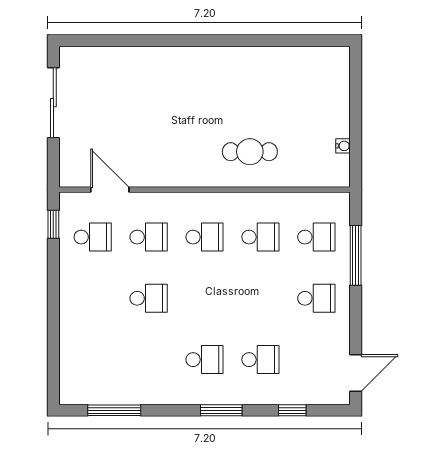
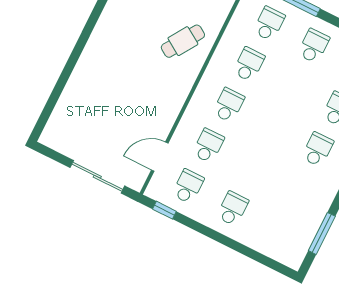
sliding door: (53, 103) -> (97, 177), moved
cafe table: (250, 152) -> (183, 41), turned 33
school desk: (149, 298) -> (233, 209), moved

